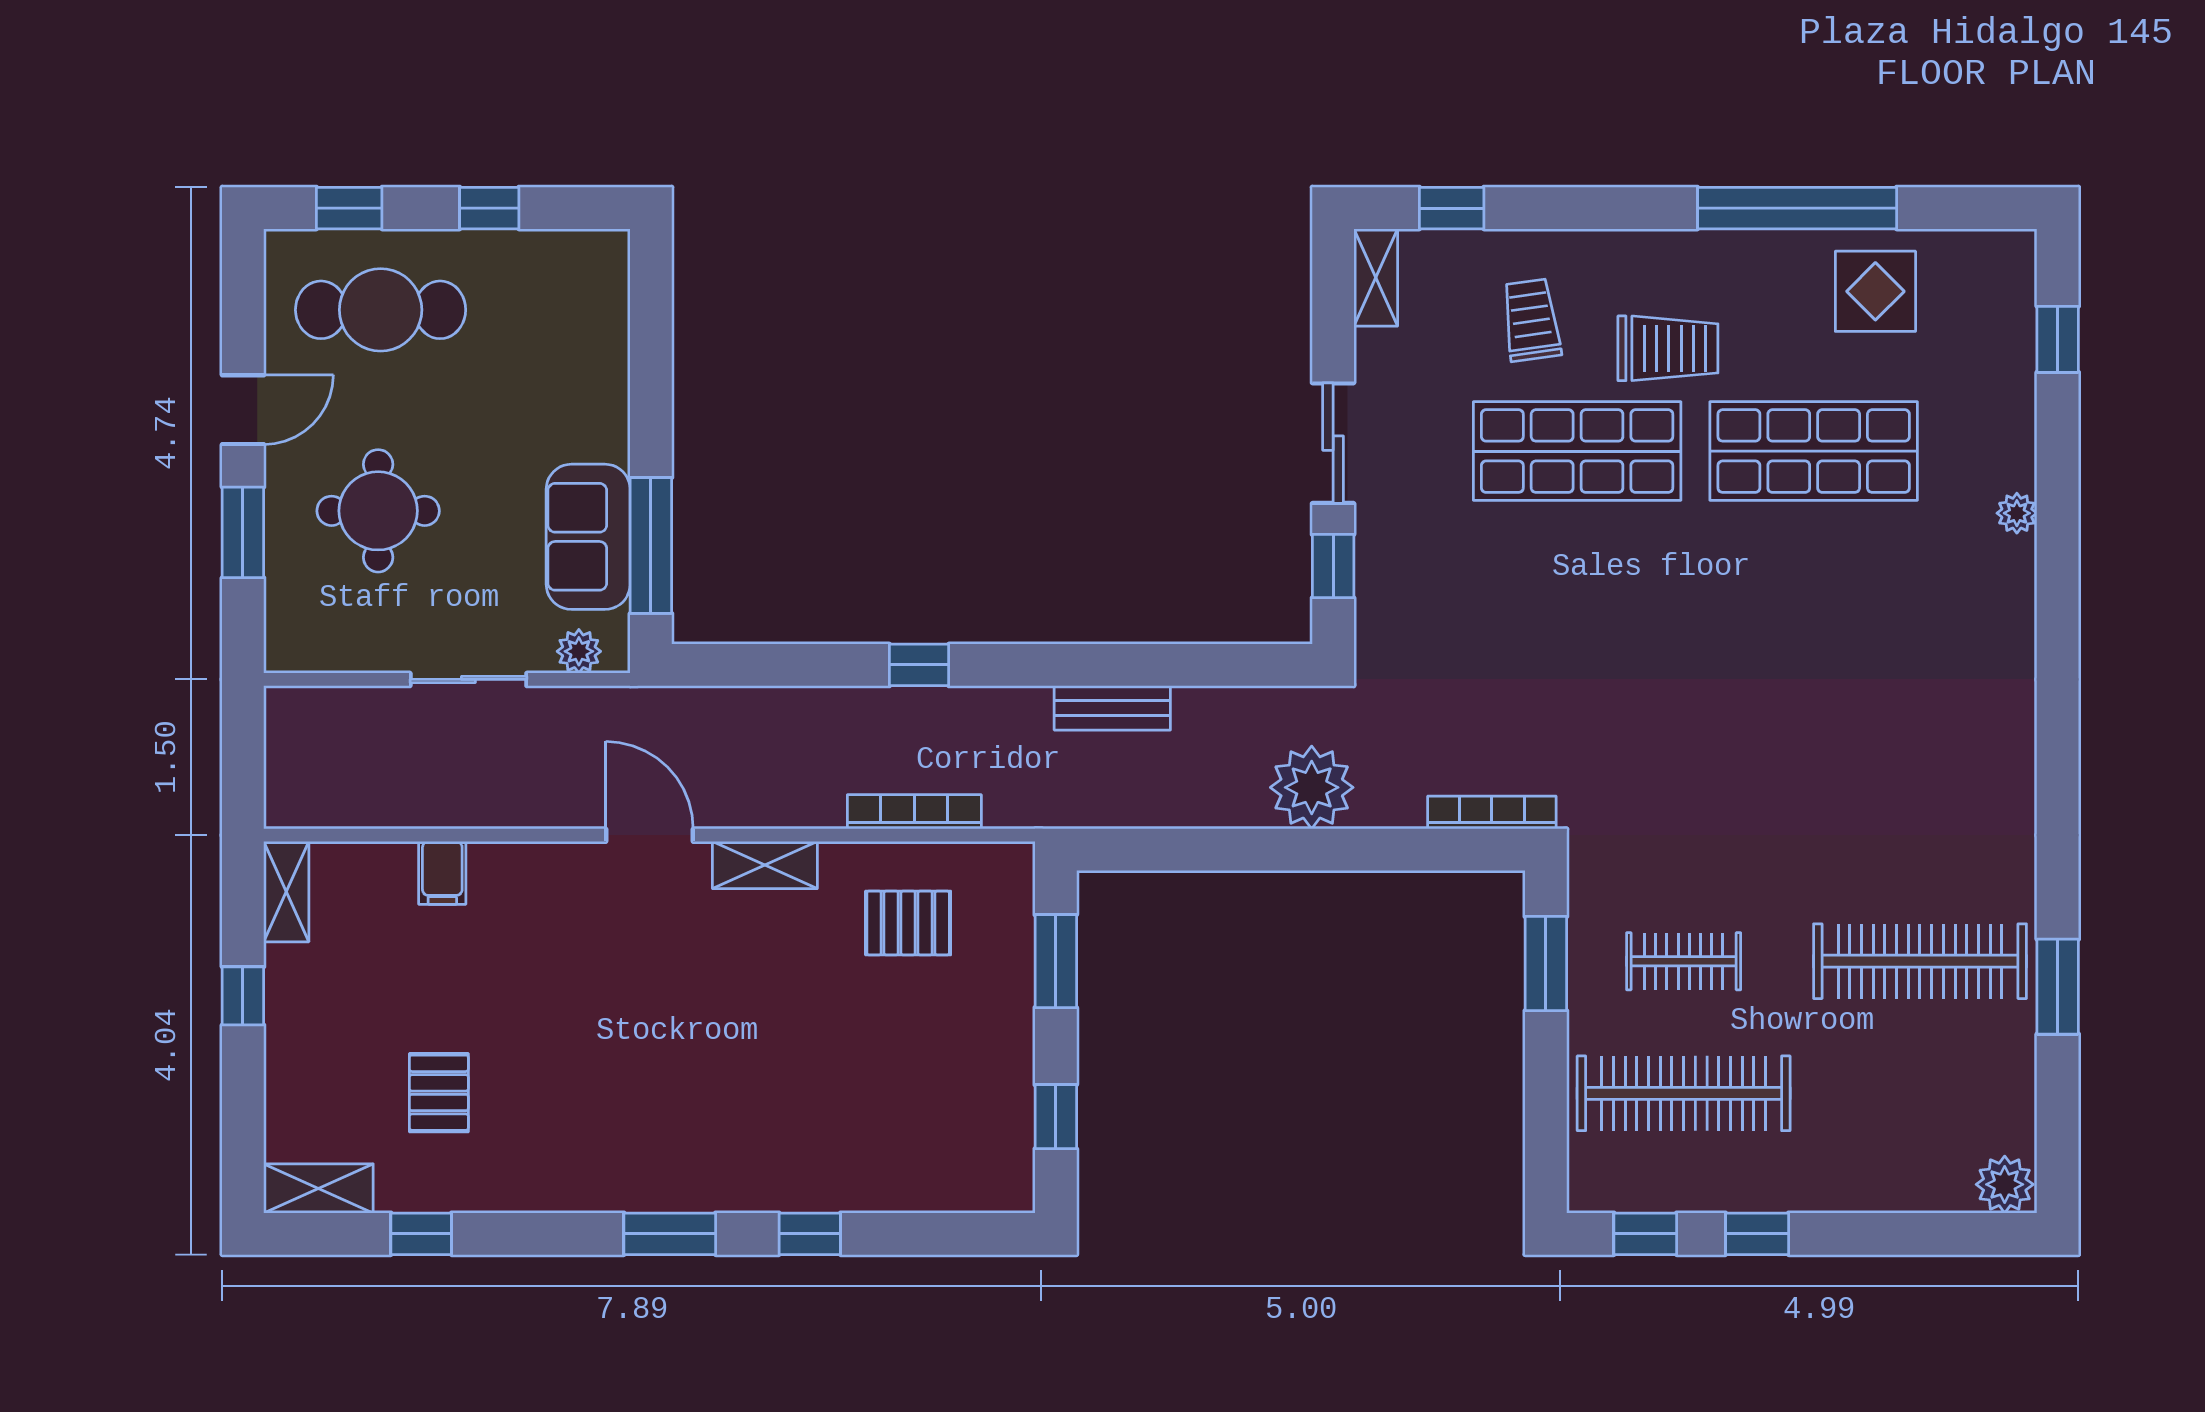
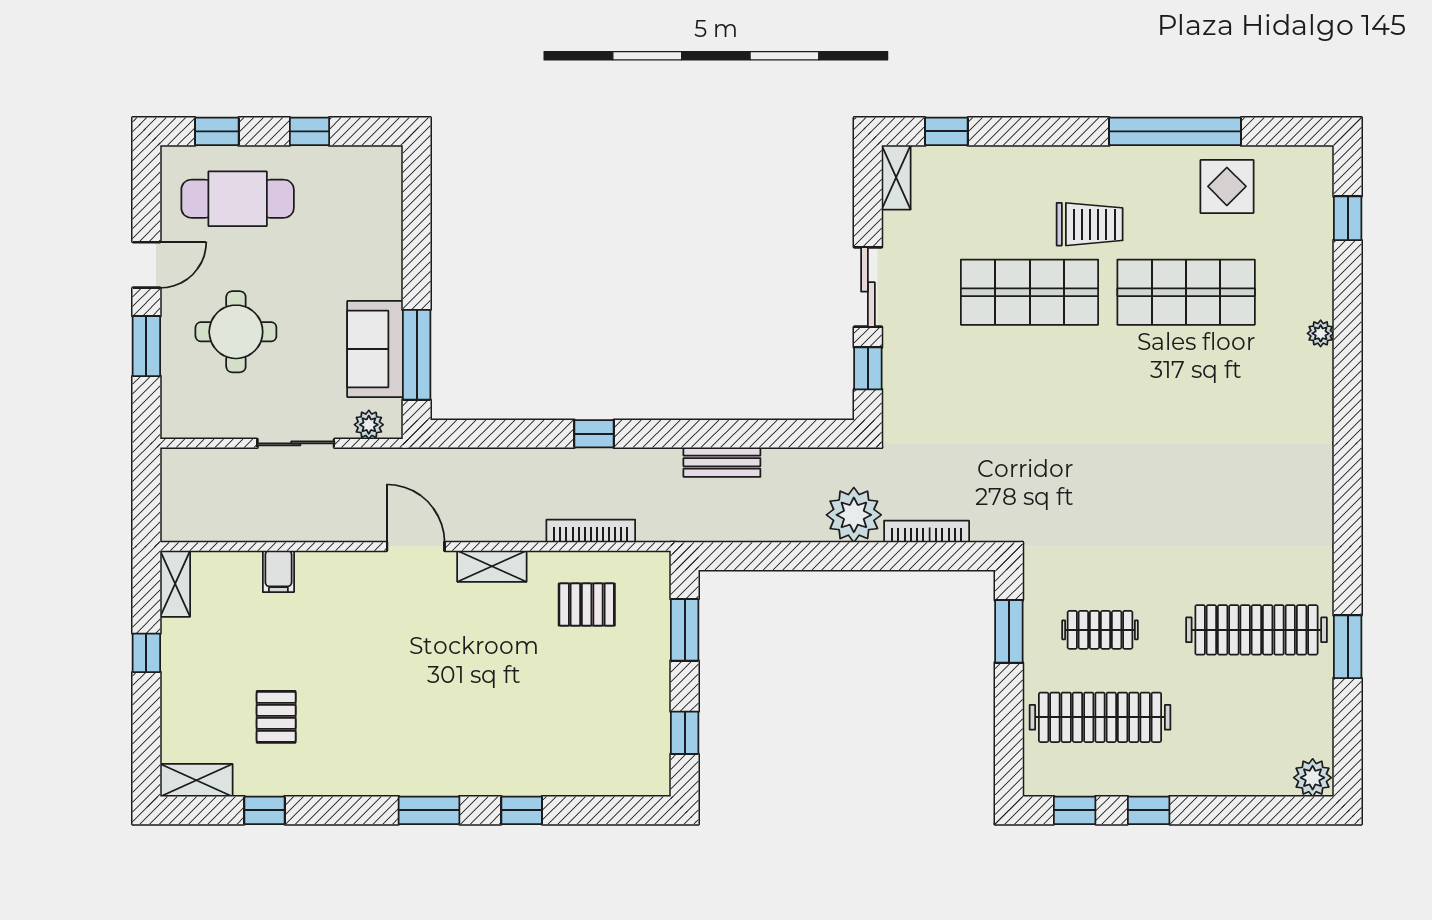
trolley: (1531, 320) -> (999, 206), removed
bookcase: (1492, 813) -> (927, 531), moved

